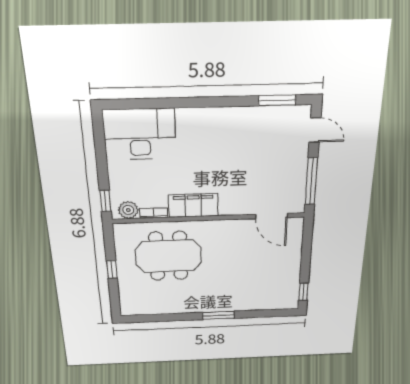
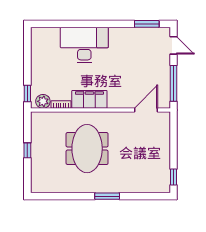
desk: (140, 134) -> (84, 45), moved
door: (271, 216) -> (146, 110), swing flipped
meeting table: (168, 256) -> (87, 149), moved, turned 90

